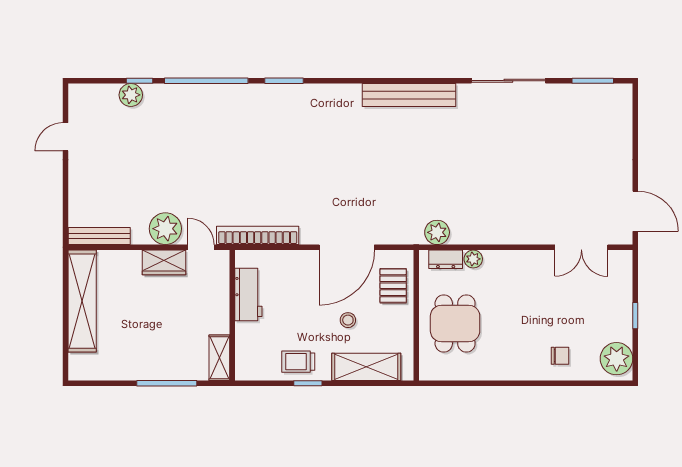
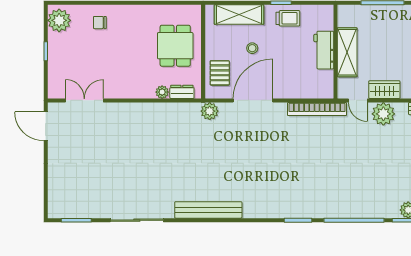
plant: (437, 232) -> (210, 111), moved
workbench: (248, 295) -> (324, 50), moved
shelving: (219, 358) -> (347, 52), moved, width x1.50, depth x1.33

